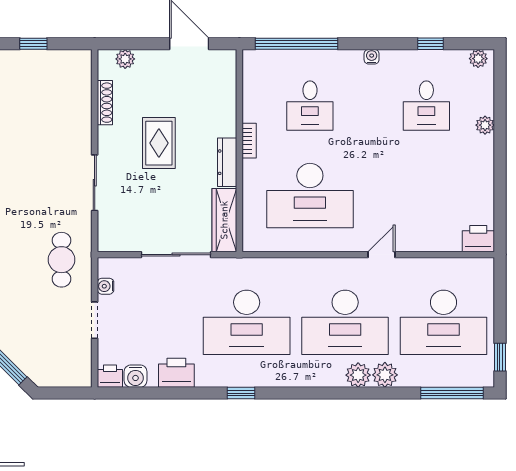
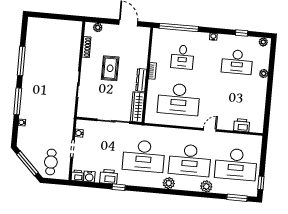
window: (33, 44) -> (55, 16), removed
desk: (426, 106) -> (237, 62), width x1.37
printer: (478, 239) -> (242, 125), moved
cafe table: (61, 260) -> (51, 162), moved
plant: (358, 375) -> (169, 183), moved
window: (241, 393) -> (119, 187), moved
window: (452, 393) -> (237, 198), width x0.69

